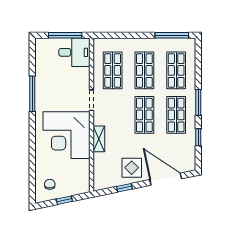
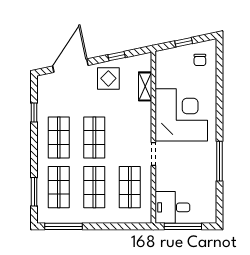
window: (198, 102) -> (34, 192), moved
shelving: (99, 139) -> (145, 86), moved
door: (166, 179) -> (70, 66), swing flipped

